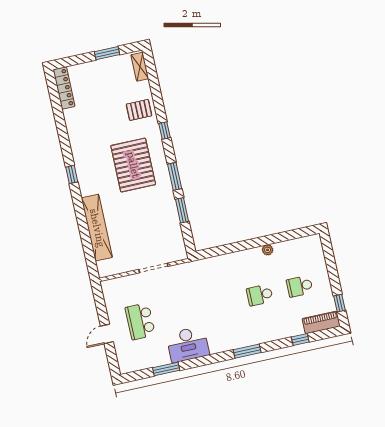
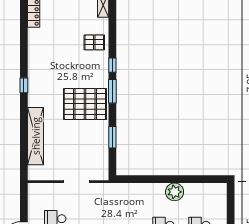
pallet: (133, 165) -> (85, 104), moved, turned 90
window: (175, 176) -> (112, 91), moved
plant: (268, 250) -> (175, 192), width x1.88, depth x1.88

